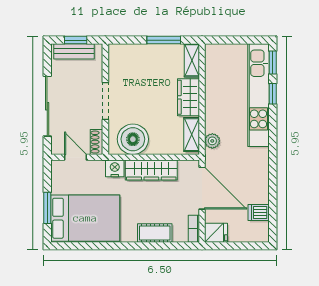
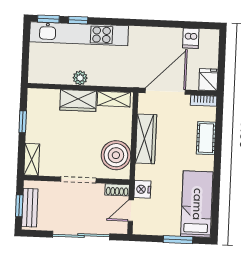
window: (164, 40) -> (23, 122), width x0.67
shelving: (192, 60) -> (32, 159), moved, turned 90
plant: (212, 141) -> (80, 78), moved
nightstand: (115, 168) -> (142, 189), moved
bed: (85, 218) -> (197, 204), width x0.67

